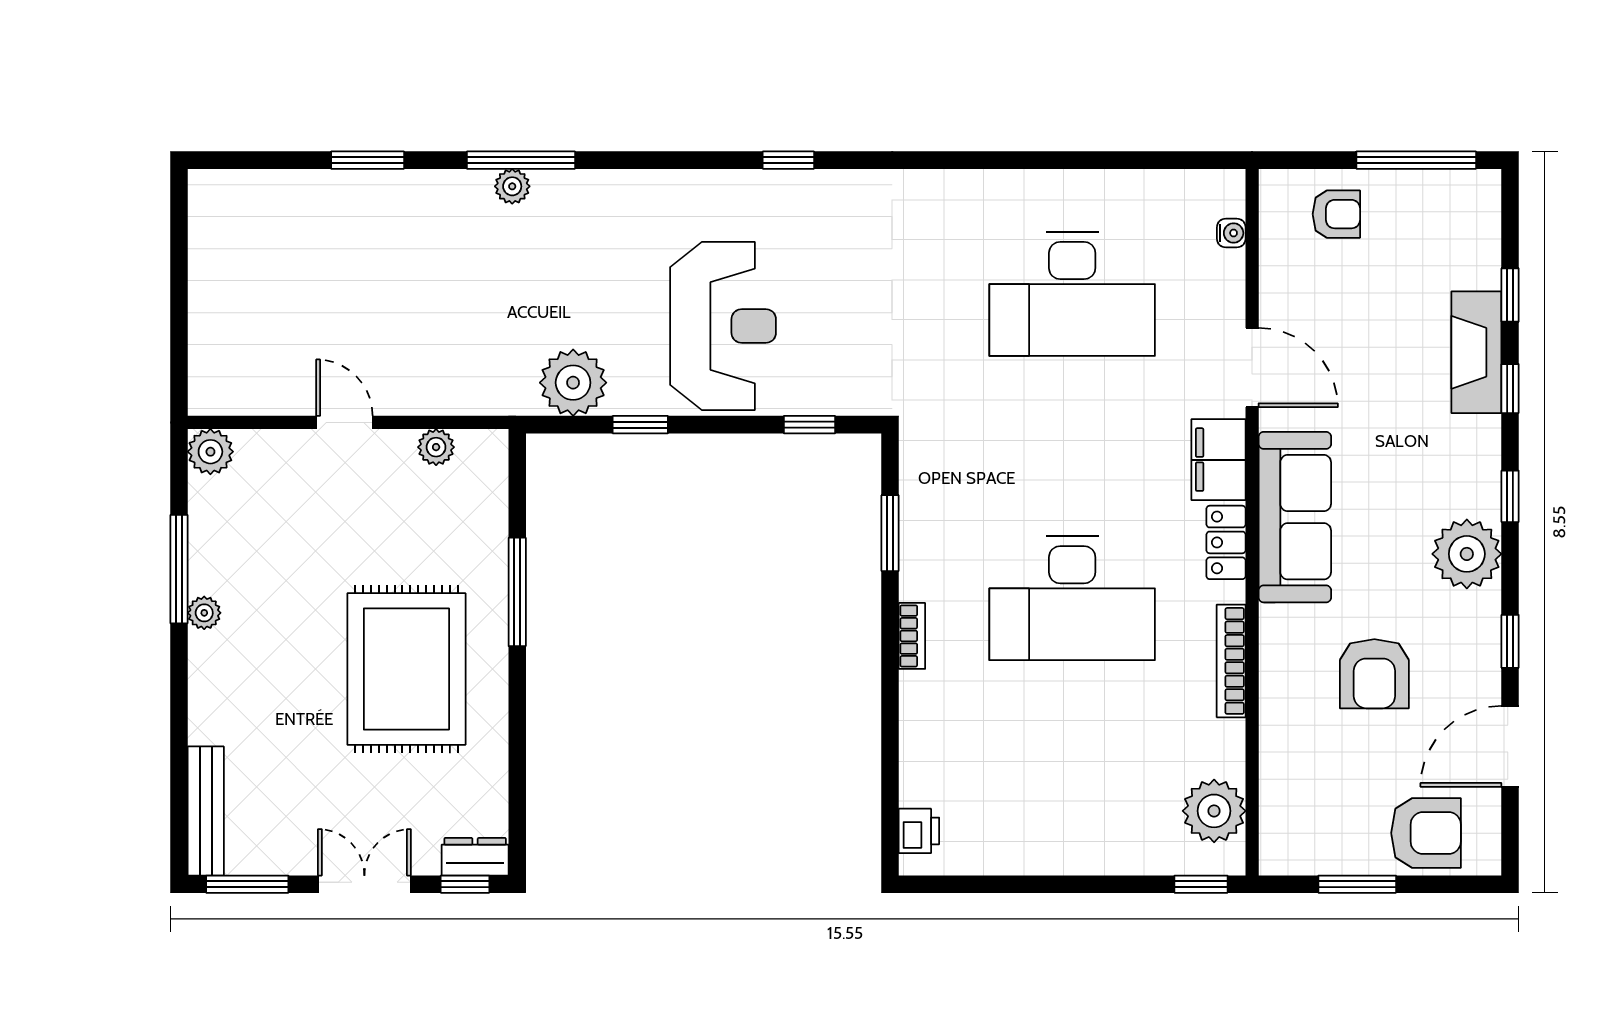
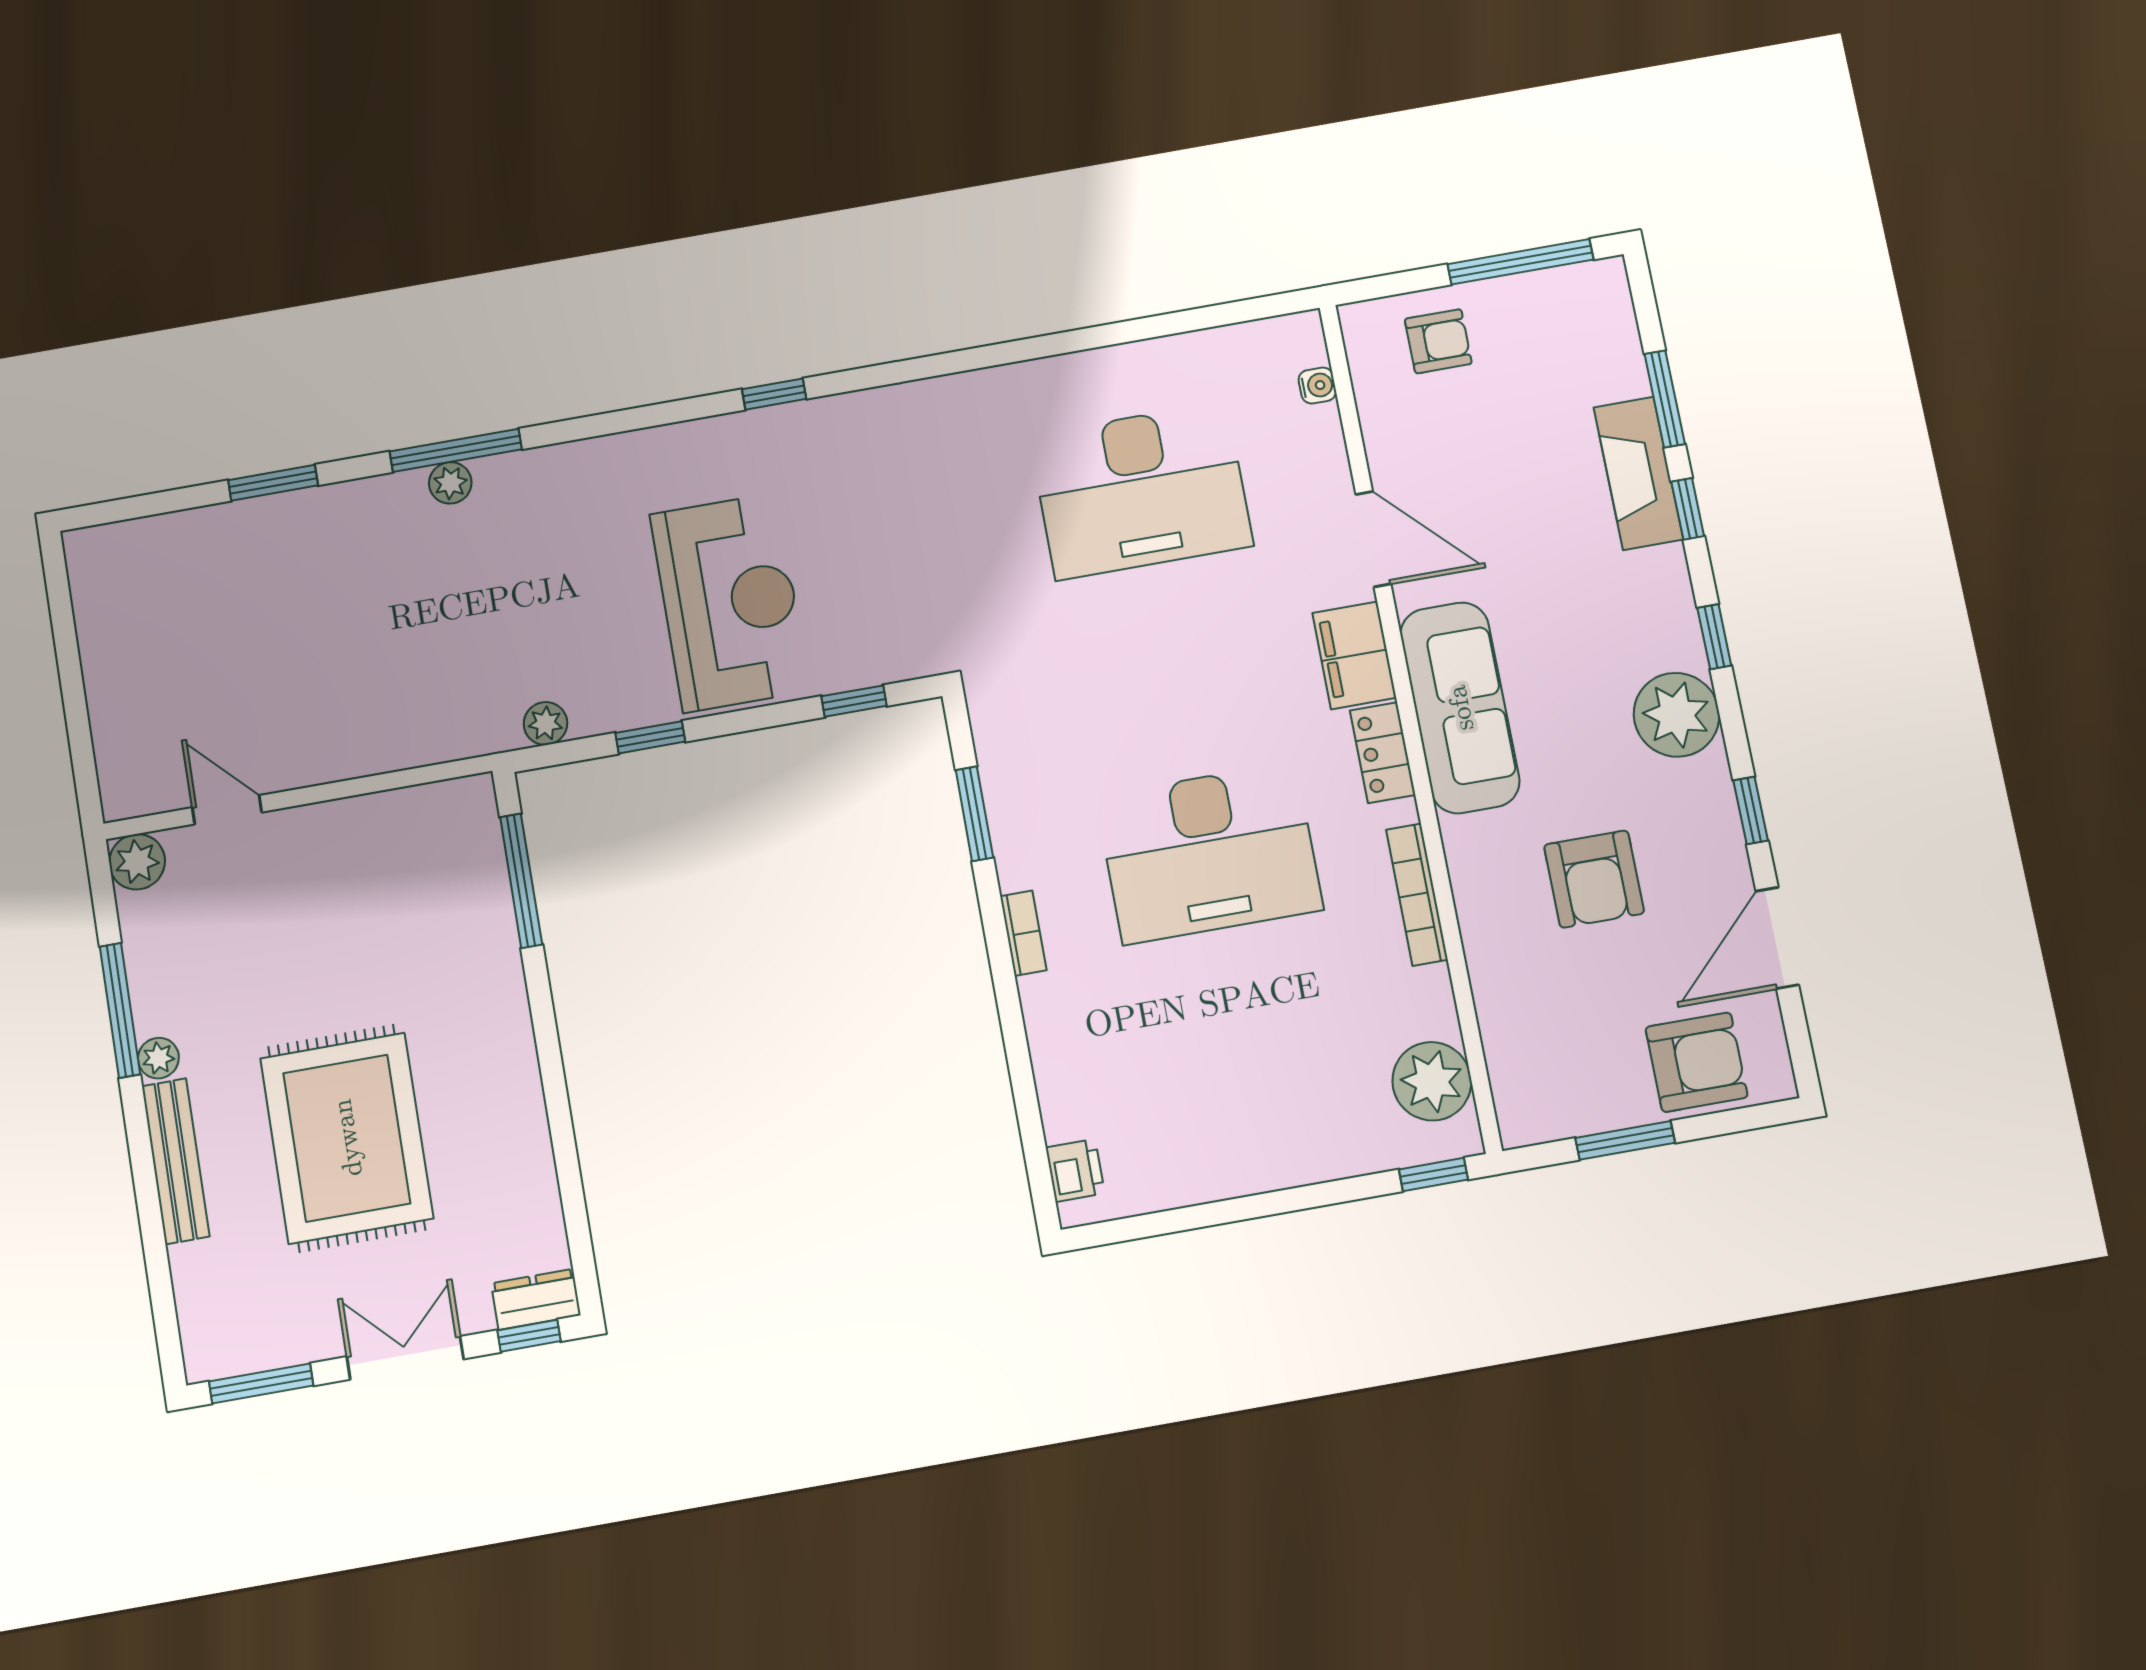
window: (1510, 295) -> (1665, 399), width x1.50
plant: (573, 383) -> (545, 723), width x0.53, depth x0.53
door: (344, 422) -> (227, 810), moved
plant: (436, 447) -> (409, 808), removed
window: (517, 592) -> (521, 881), moved
rug: (406, 669) -> (347, 1138), moved
bench: (206, 811) -> (176, 1161), moved

